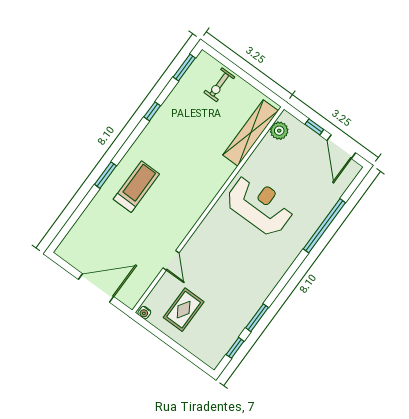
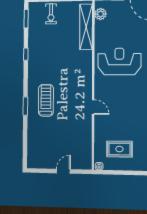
door: (171, 260) -> (93, 107), moved
door: (96, 288) -> (63, 171), width x0.53
rug: (184, 310) -> (119, 149), turned 90

